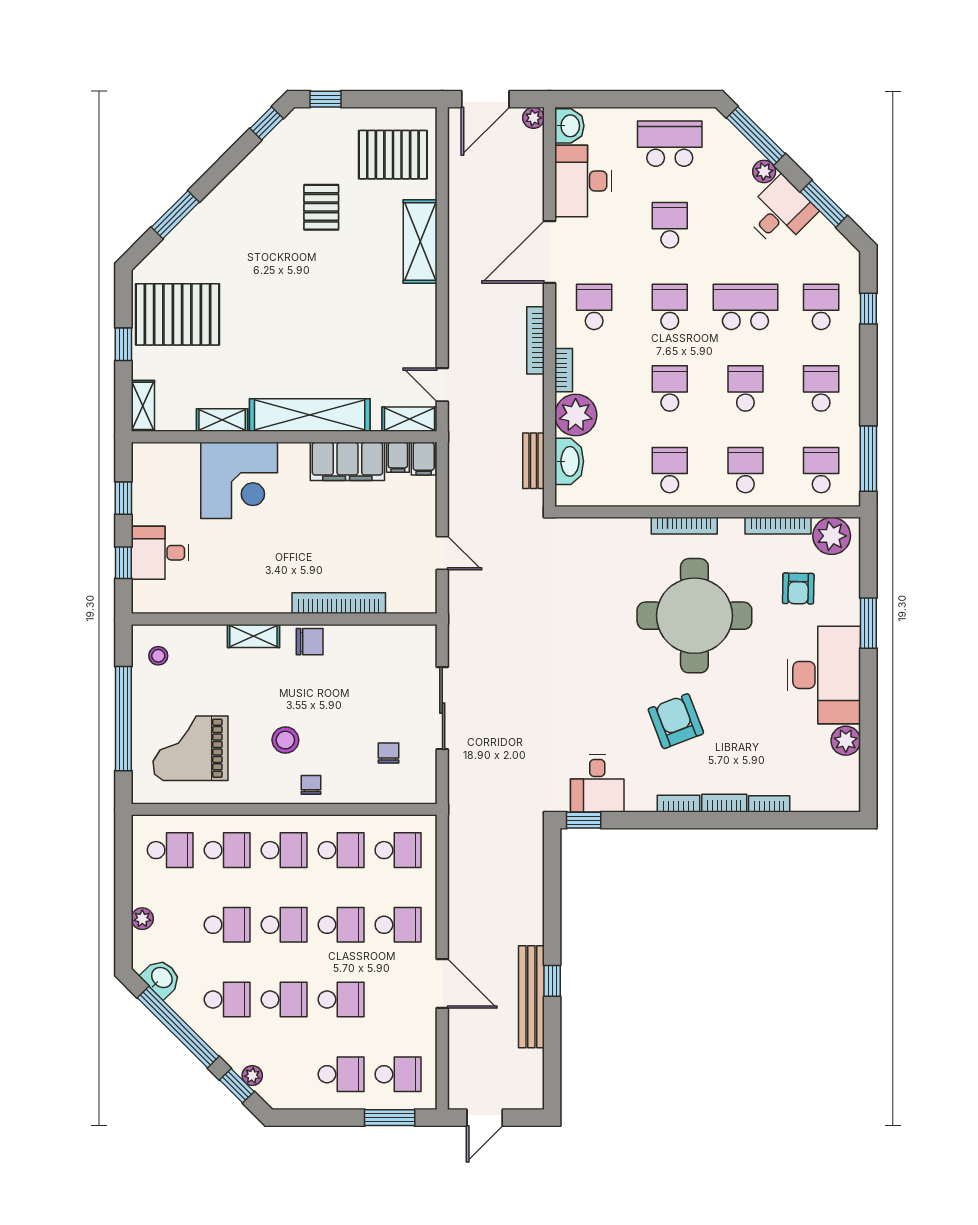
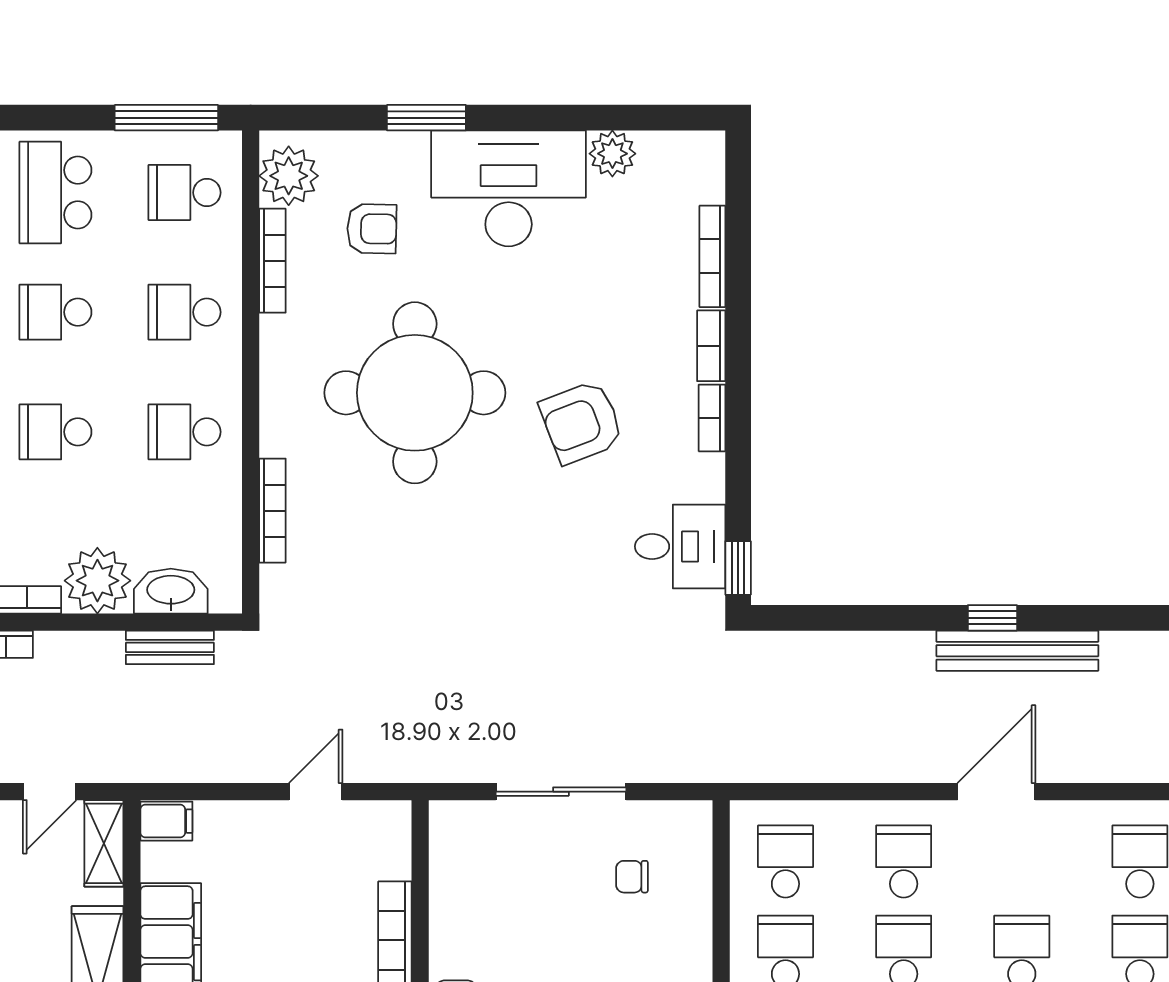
school desk: (821, 388) -> (55, 193), width x1.85
filing cabinet: (398, 457) -> (164, 862), removed
bookcase: (684, 526) -> (272, 511), moved
bookcase: (769, 804) -> (712, 256), width x1.56

